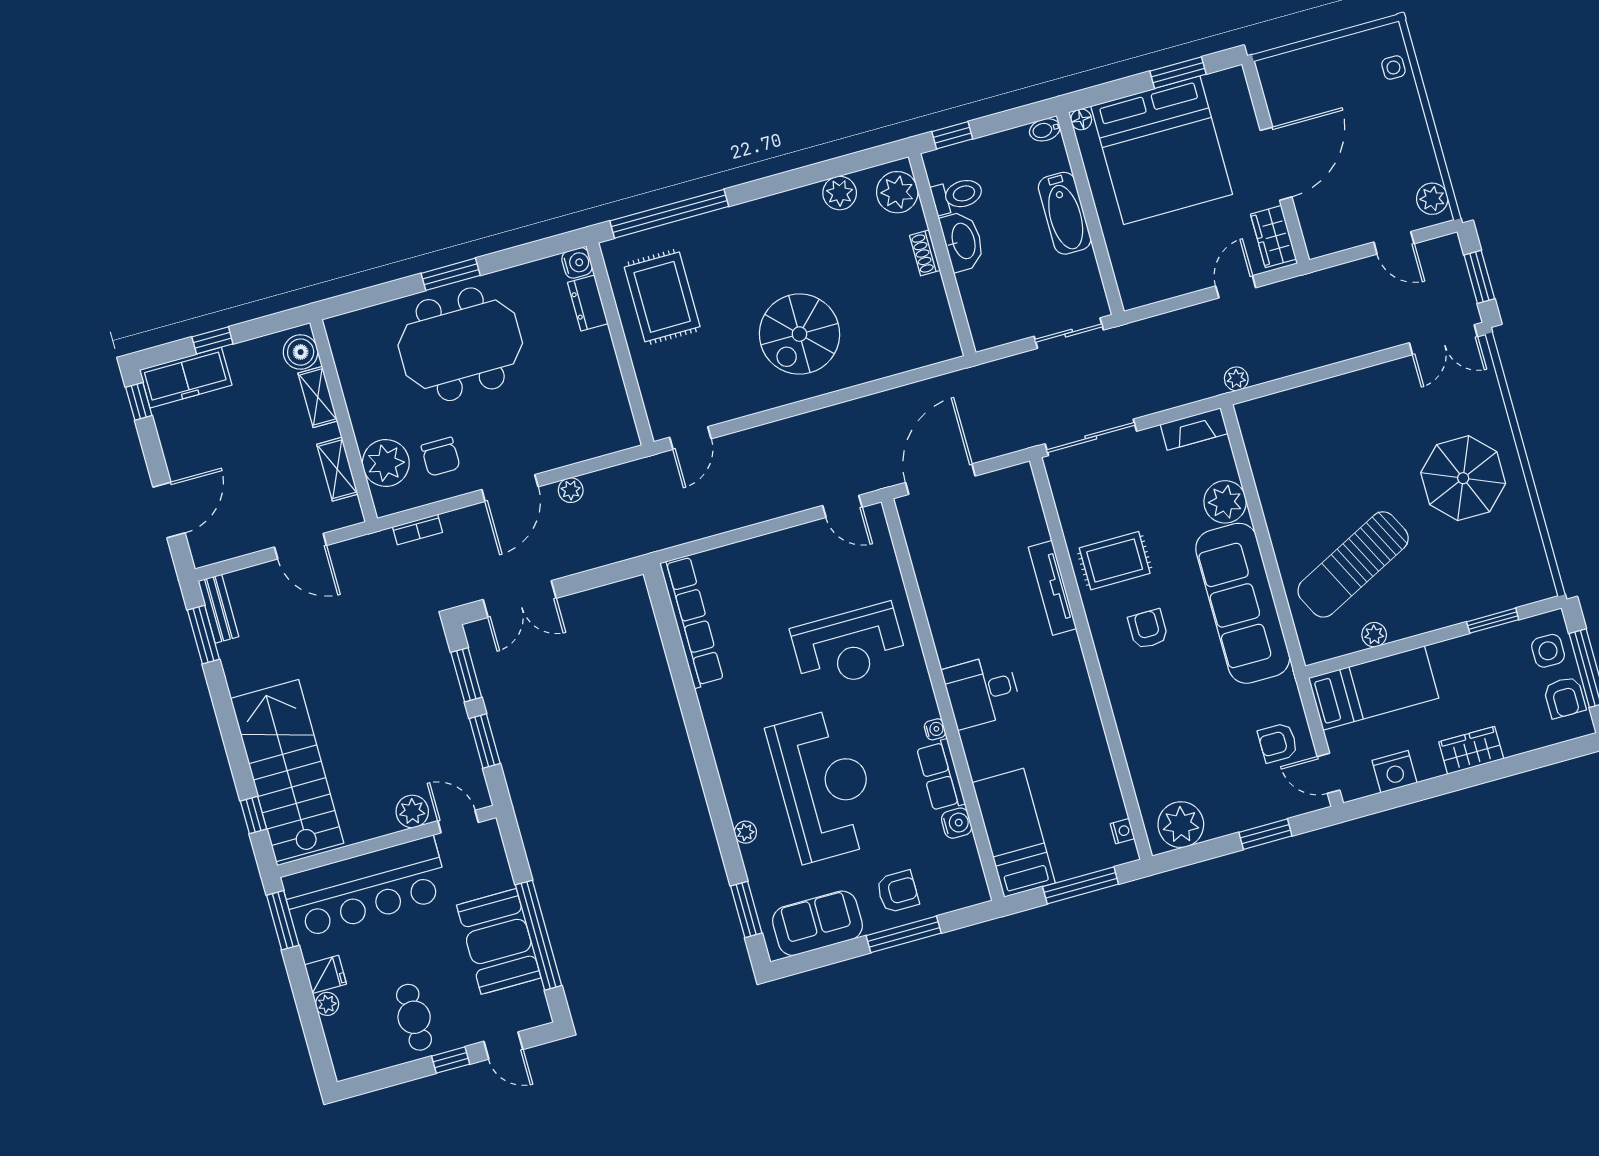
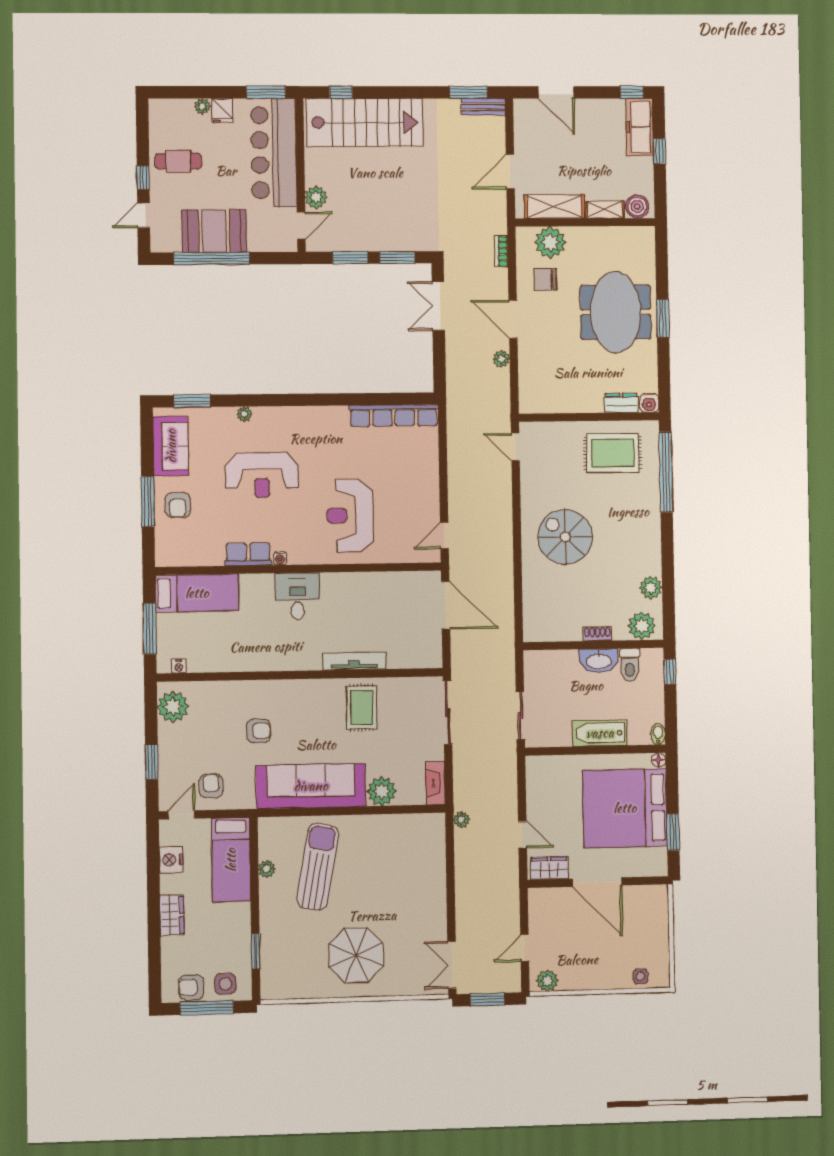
shelving: (337, 469) -> (554, 206), width x1.50, depth x1.33
sun lounger: (1353, 564) -> (318, 867), turned 37
armchair: (1148, 629) -> (259, 731), moved
reception desk: (824, 785) -> (262, 475), width x0.74, depth x0.77
water cooler: (957, 823) -> (213, 556), removed

